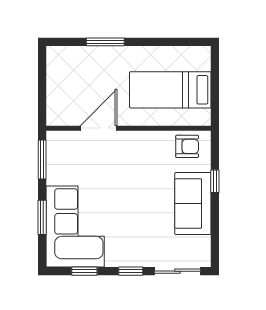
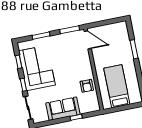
door: (99, 128) -> (88, 40), moved
armchair: (187, 146) -> (87, 86), moved
corner sofa: (75, 226) -> (37, 68), moved, turned -90

